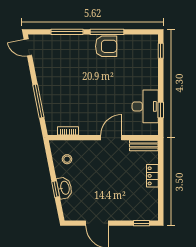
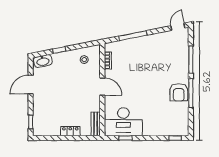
desk: (145, 106) -> (123, 122), width x1.36, depth x1.30
door: (111, 138) -> (102, 87), moved
washbasin: (65, 188) -> (43, 61), moved

